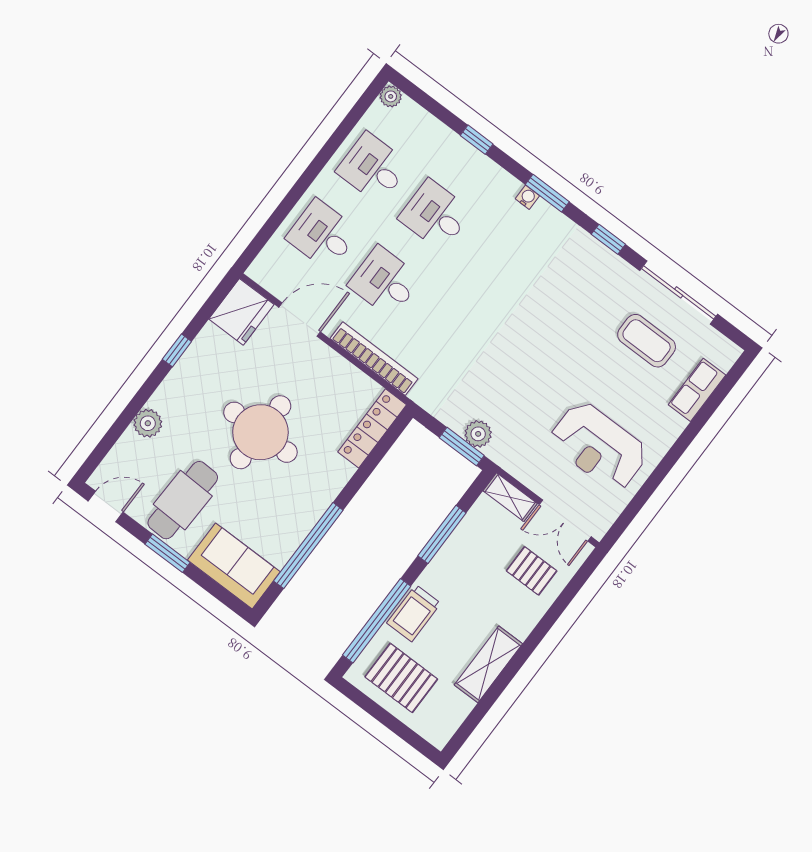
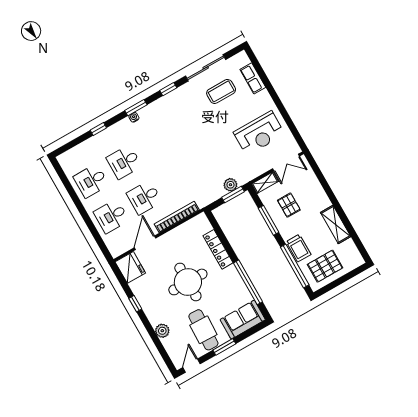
plant: (391, 96) -> (62, 159), removed
locker: (372, 428) -> (218, 249), moved
pallet: (532, 571) -> (289, 205), moved, turned 90

